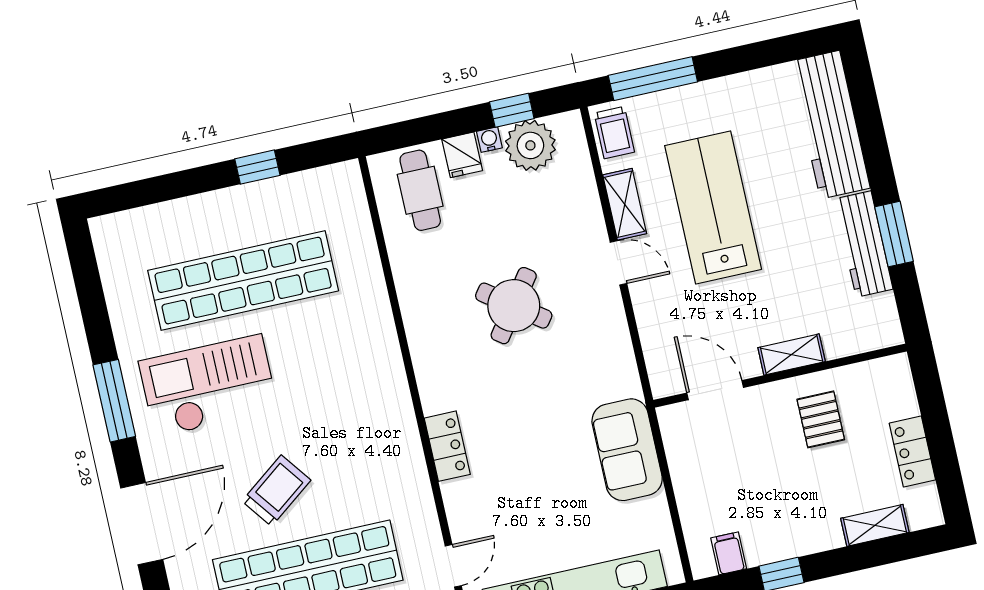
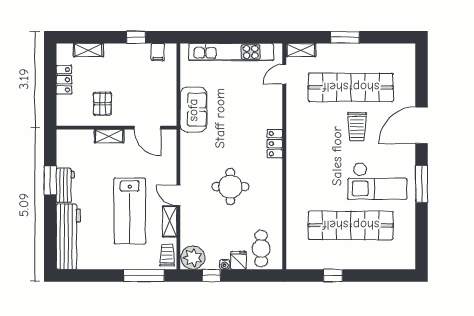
plant: (530, 145) -> (193, 258), moved
workbench: (864, 244) -> (65, 185), width x0.73
round table: (514, 306) -> (230, 187), turned -36
locker: (447, 446) -> (275, 144), moved
trolley: (276, 491) -> (357, 127), turned -53

